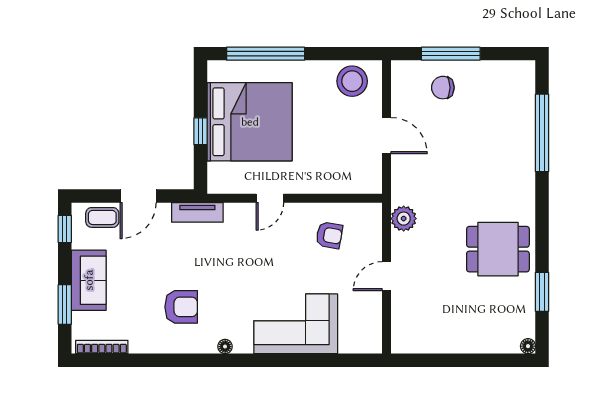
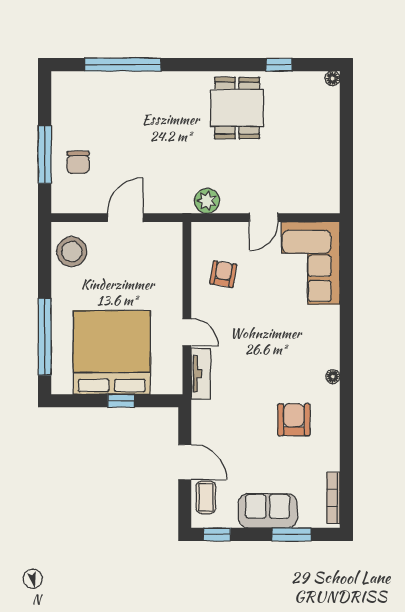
tv unit: (197, 212) -> (201, 374), moved
door: (387, 276) -> (264, 218), hinge flipped
window: (542, 292) -> (279, 65), width x0.67
corner sofa: (296, 324) -> (310, 263), moved

